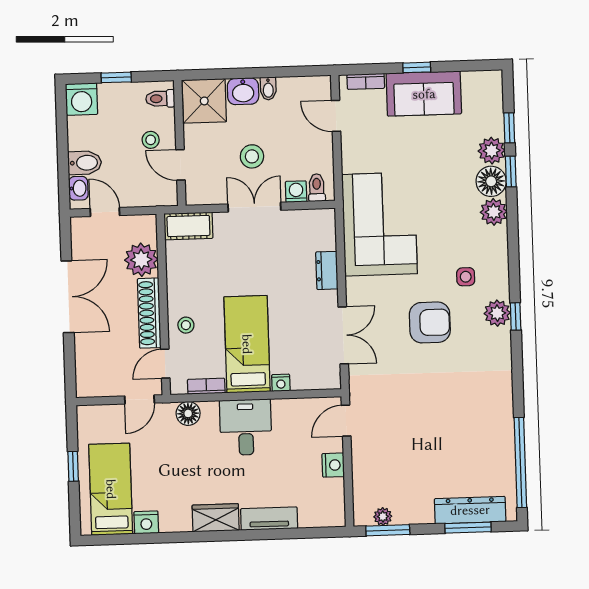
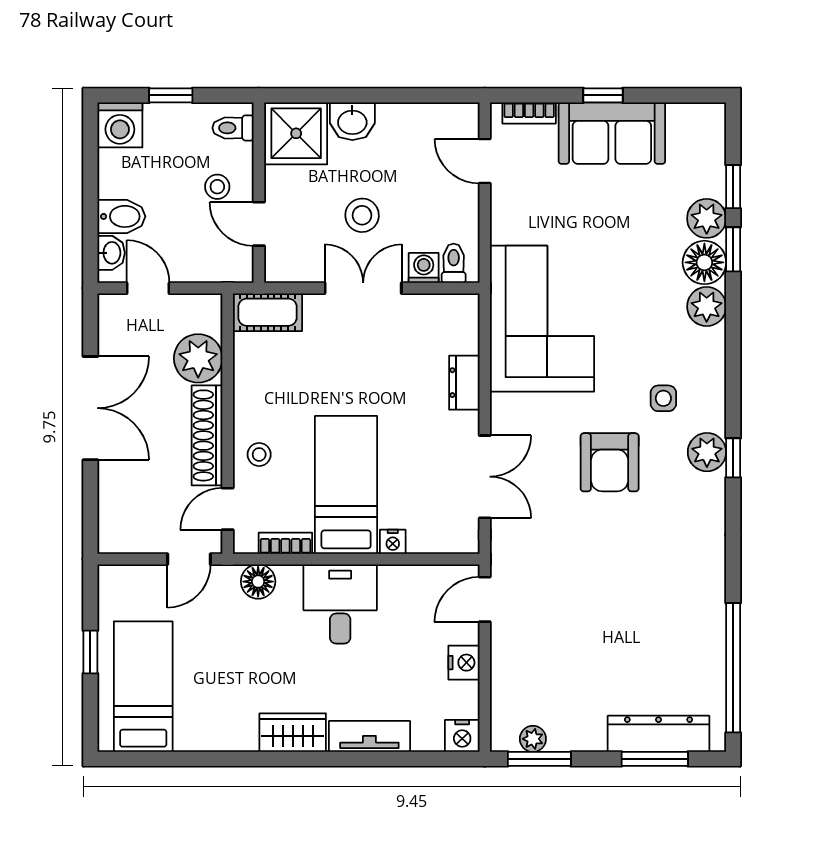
bidet: (268, 89) -> (389, 119), removed
armchair: (430, 322) -> (610, 462), turned 90
nightstand: (146, 522) -> (462, 736), moved

